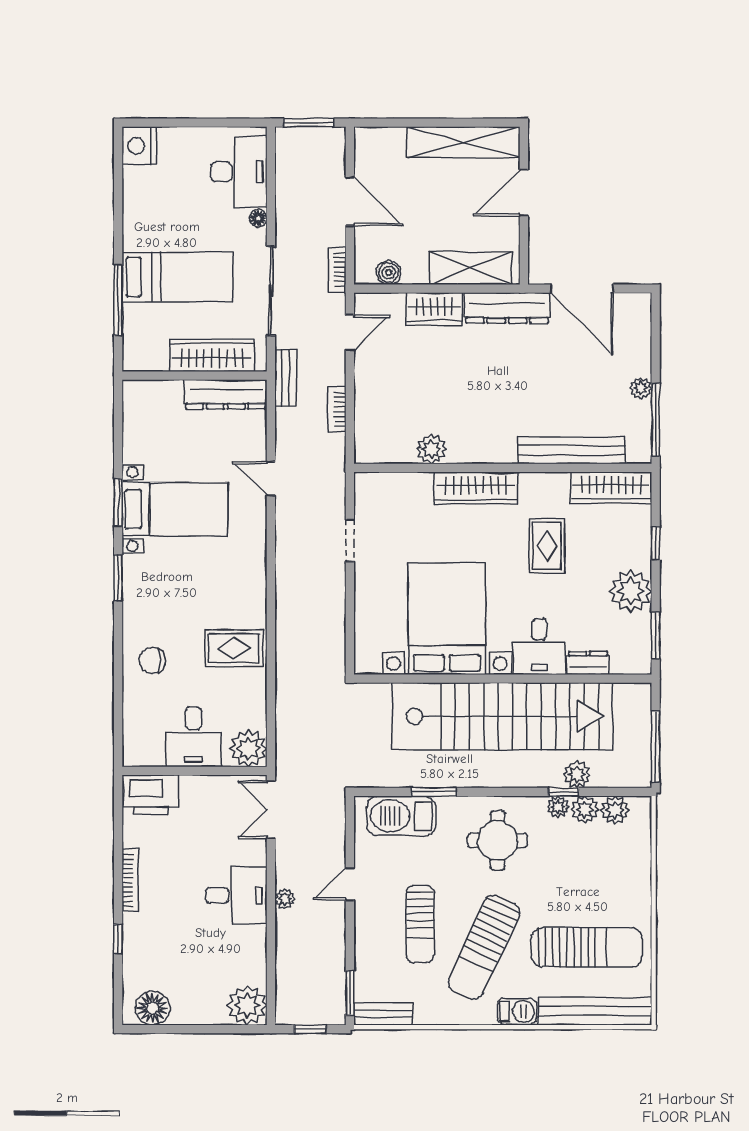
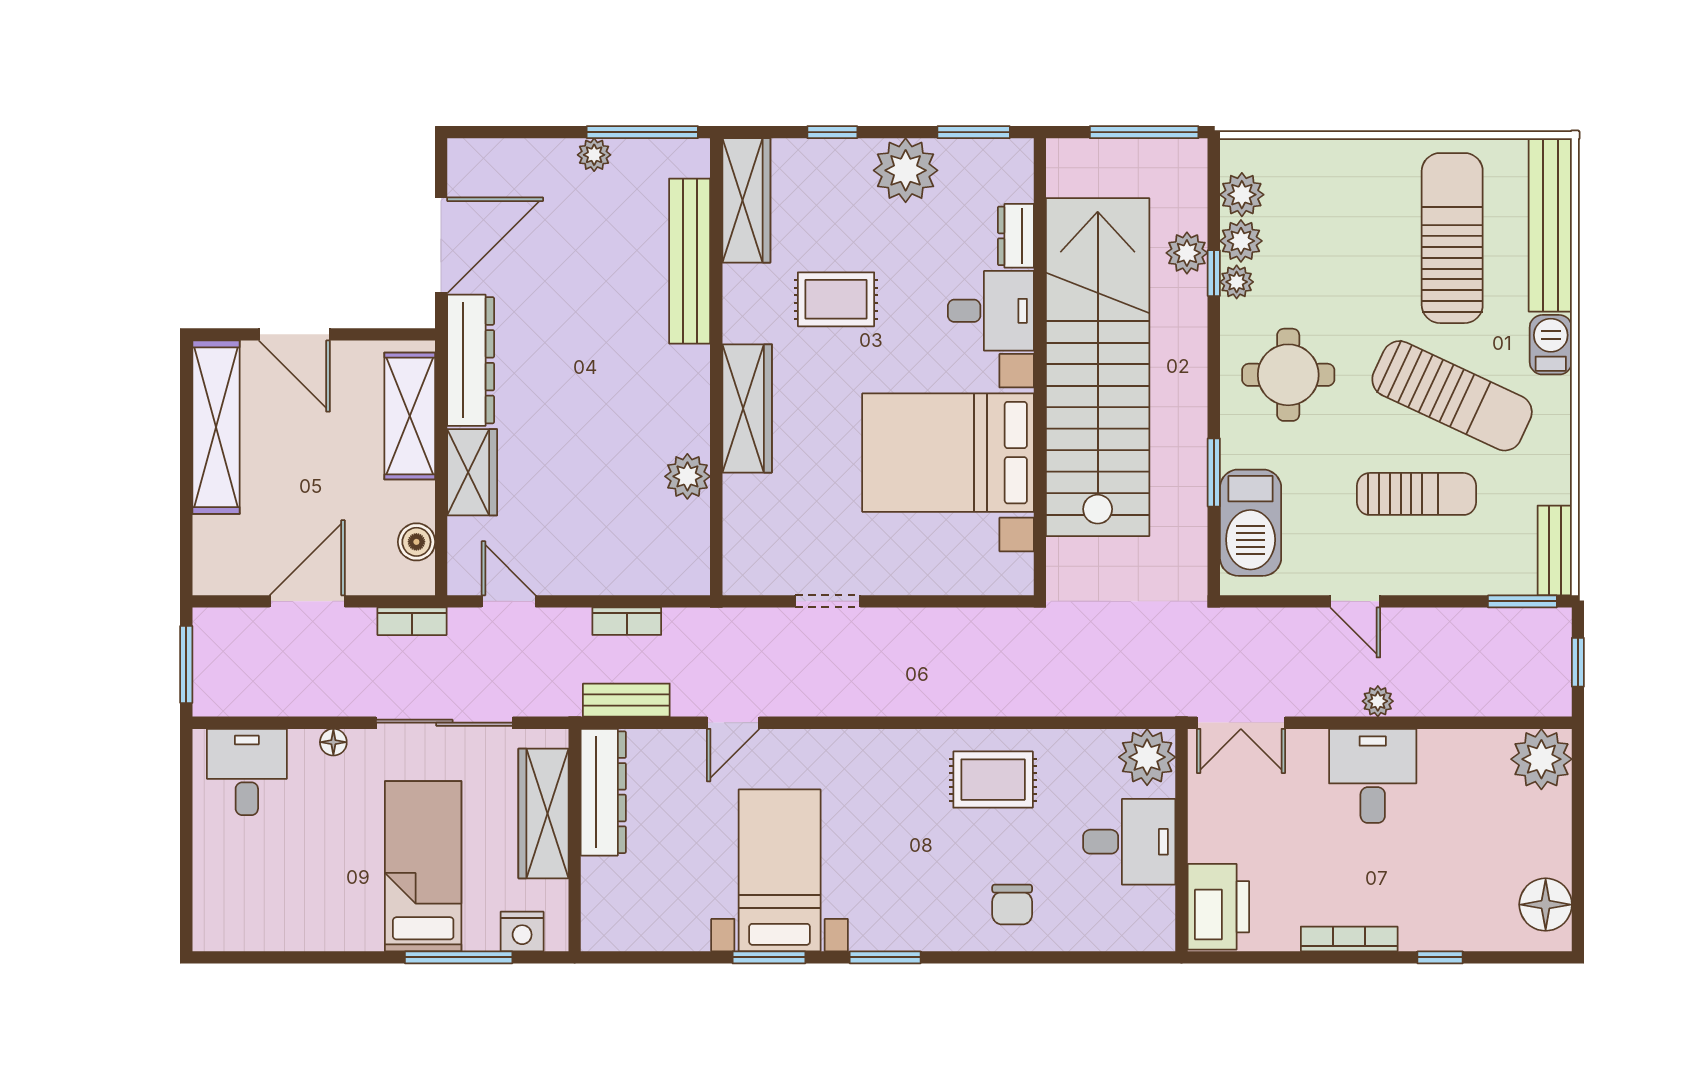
nightstand: (139, 146) -> (522, 931), moved, width x0.74, depth x0.75
desk: (239, 172) -> (247, 772), width x0.73
bench: (286, 378) -> (626, 700), moved
rug: (234, 648) -> (993, 780), turned 90

